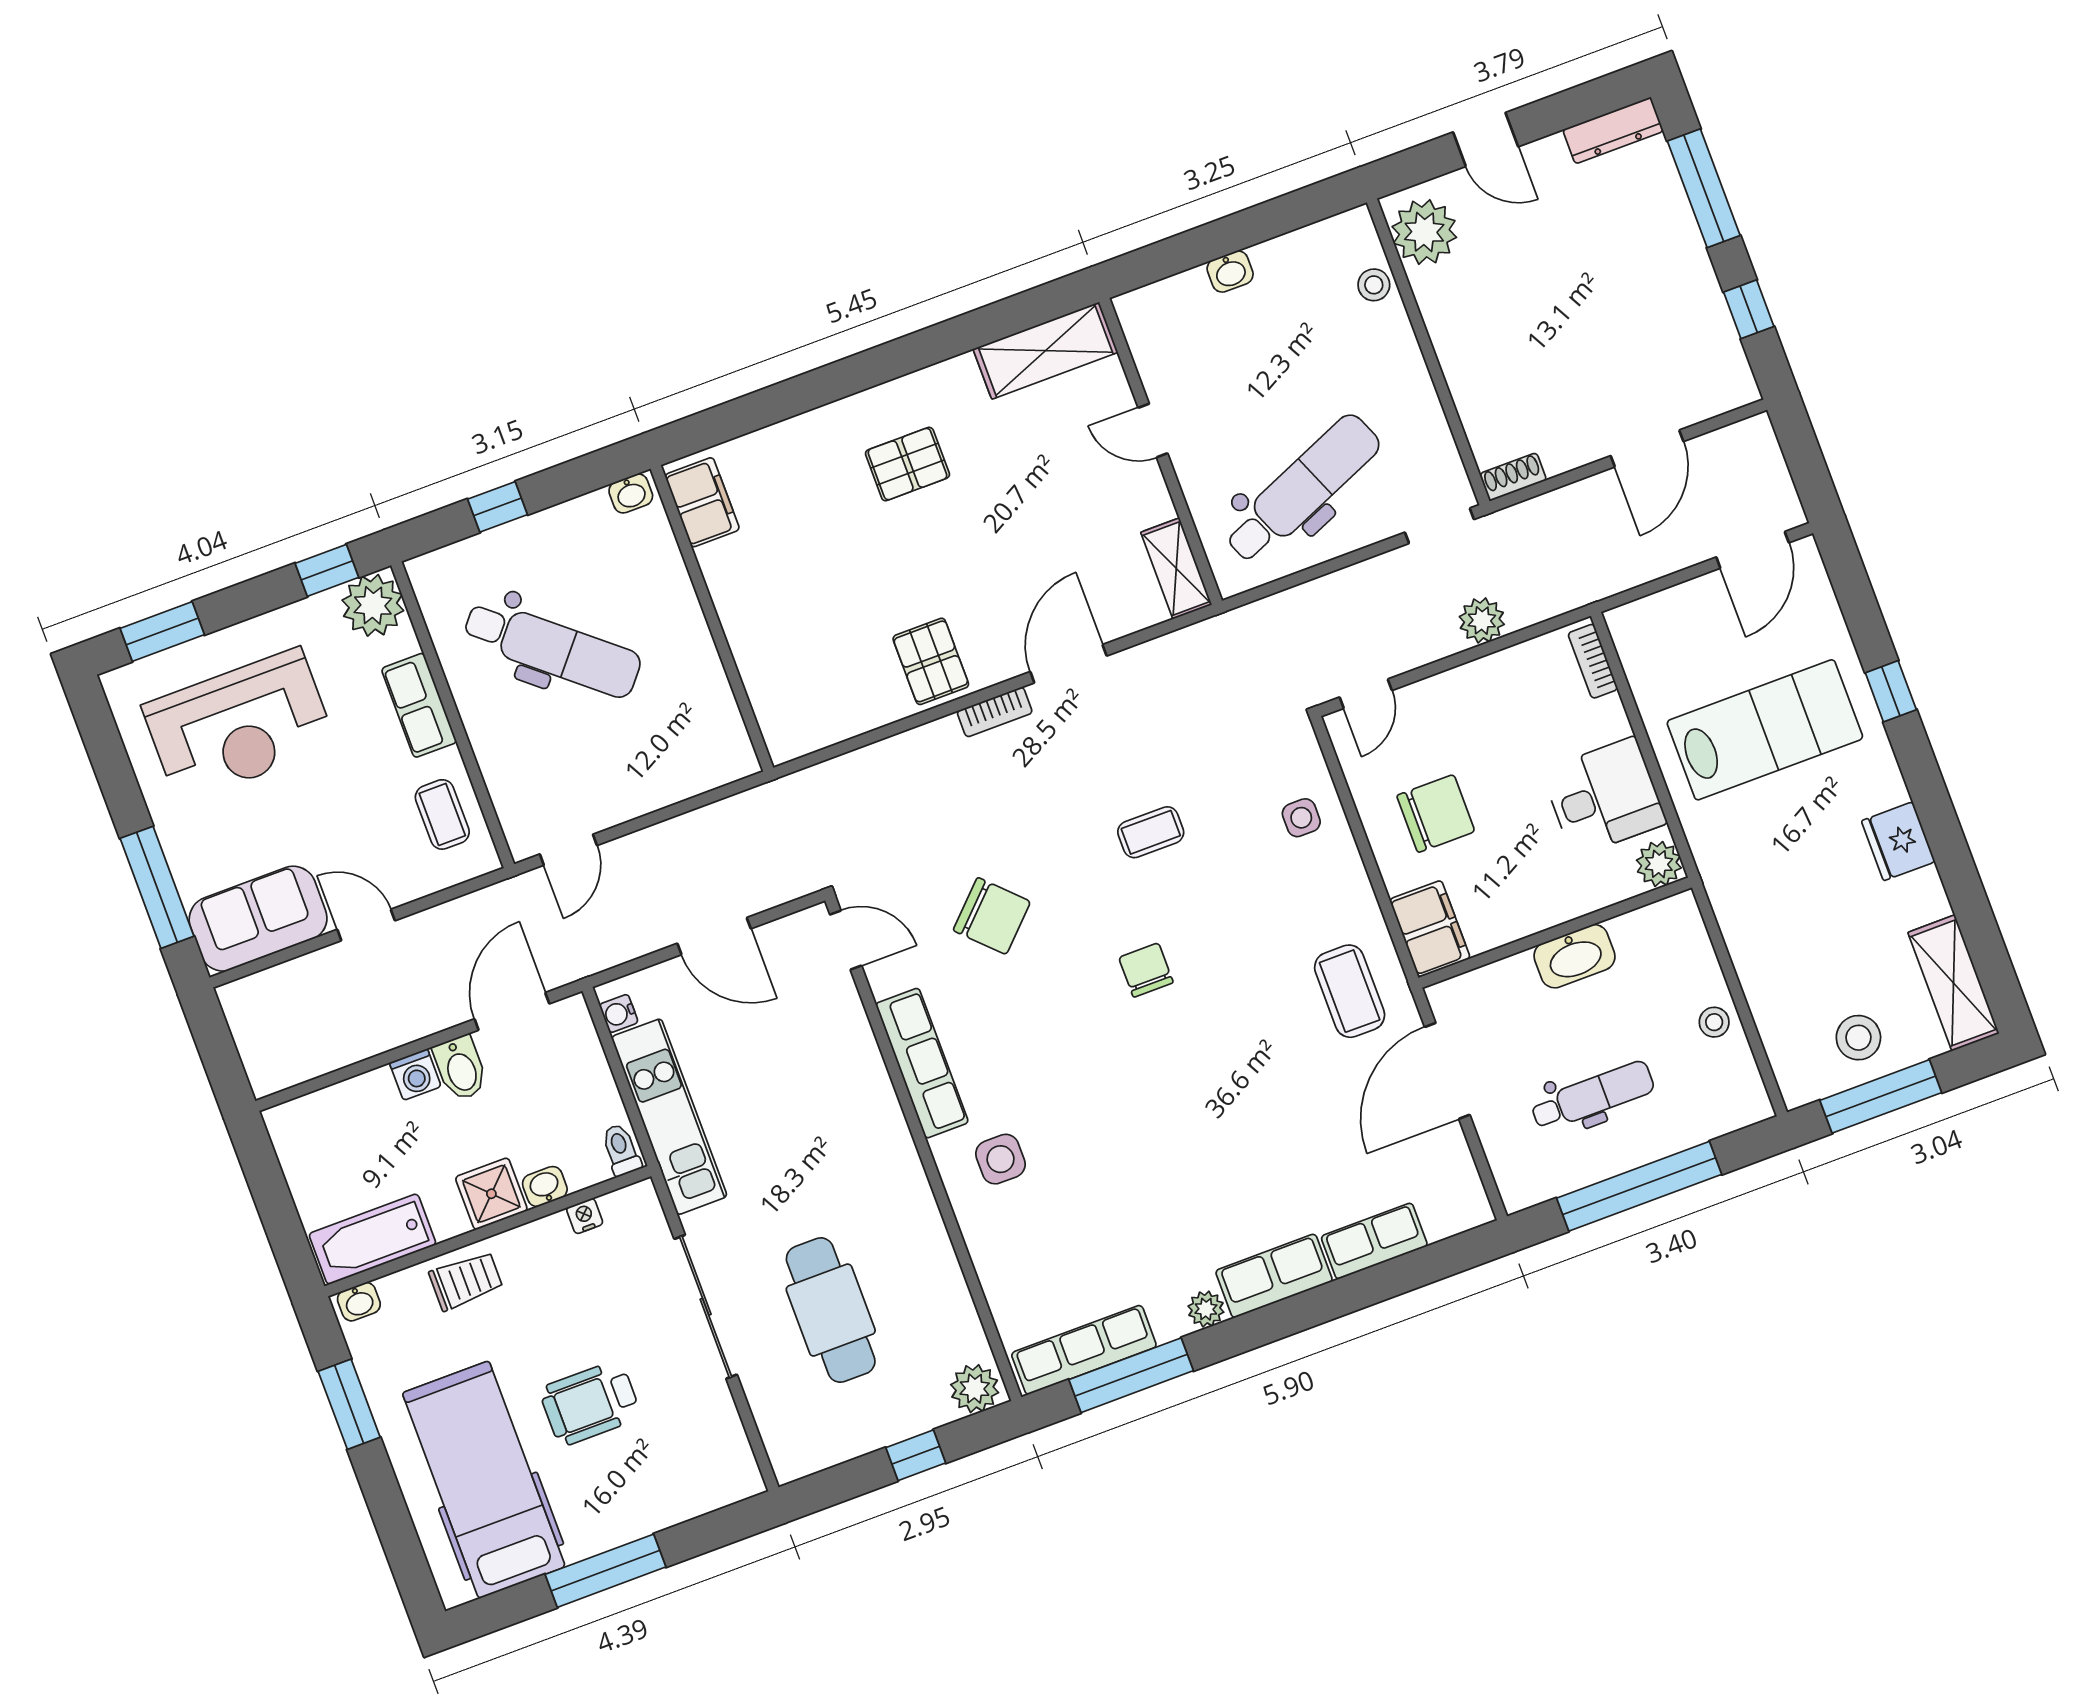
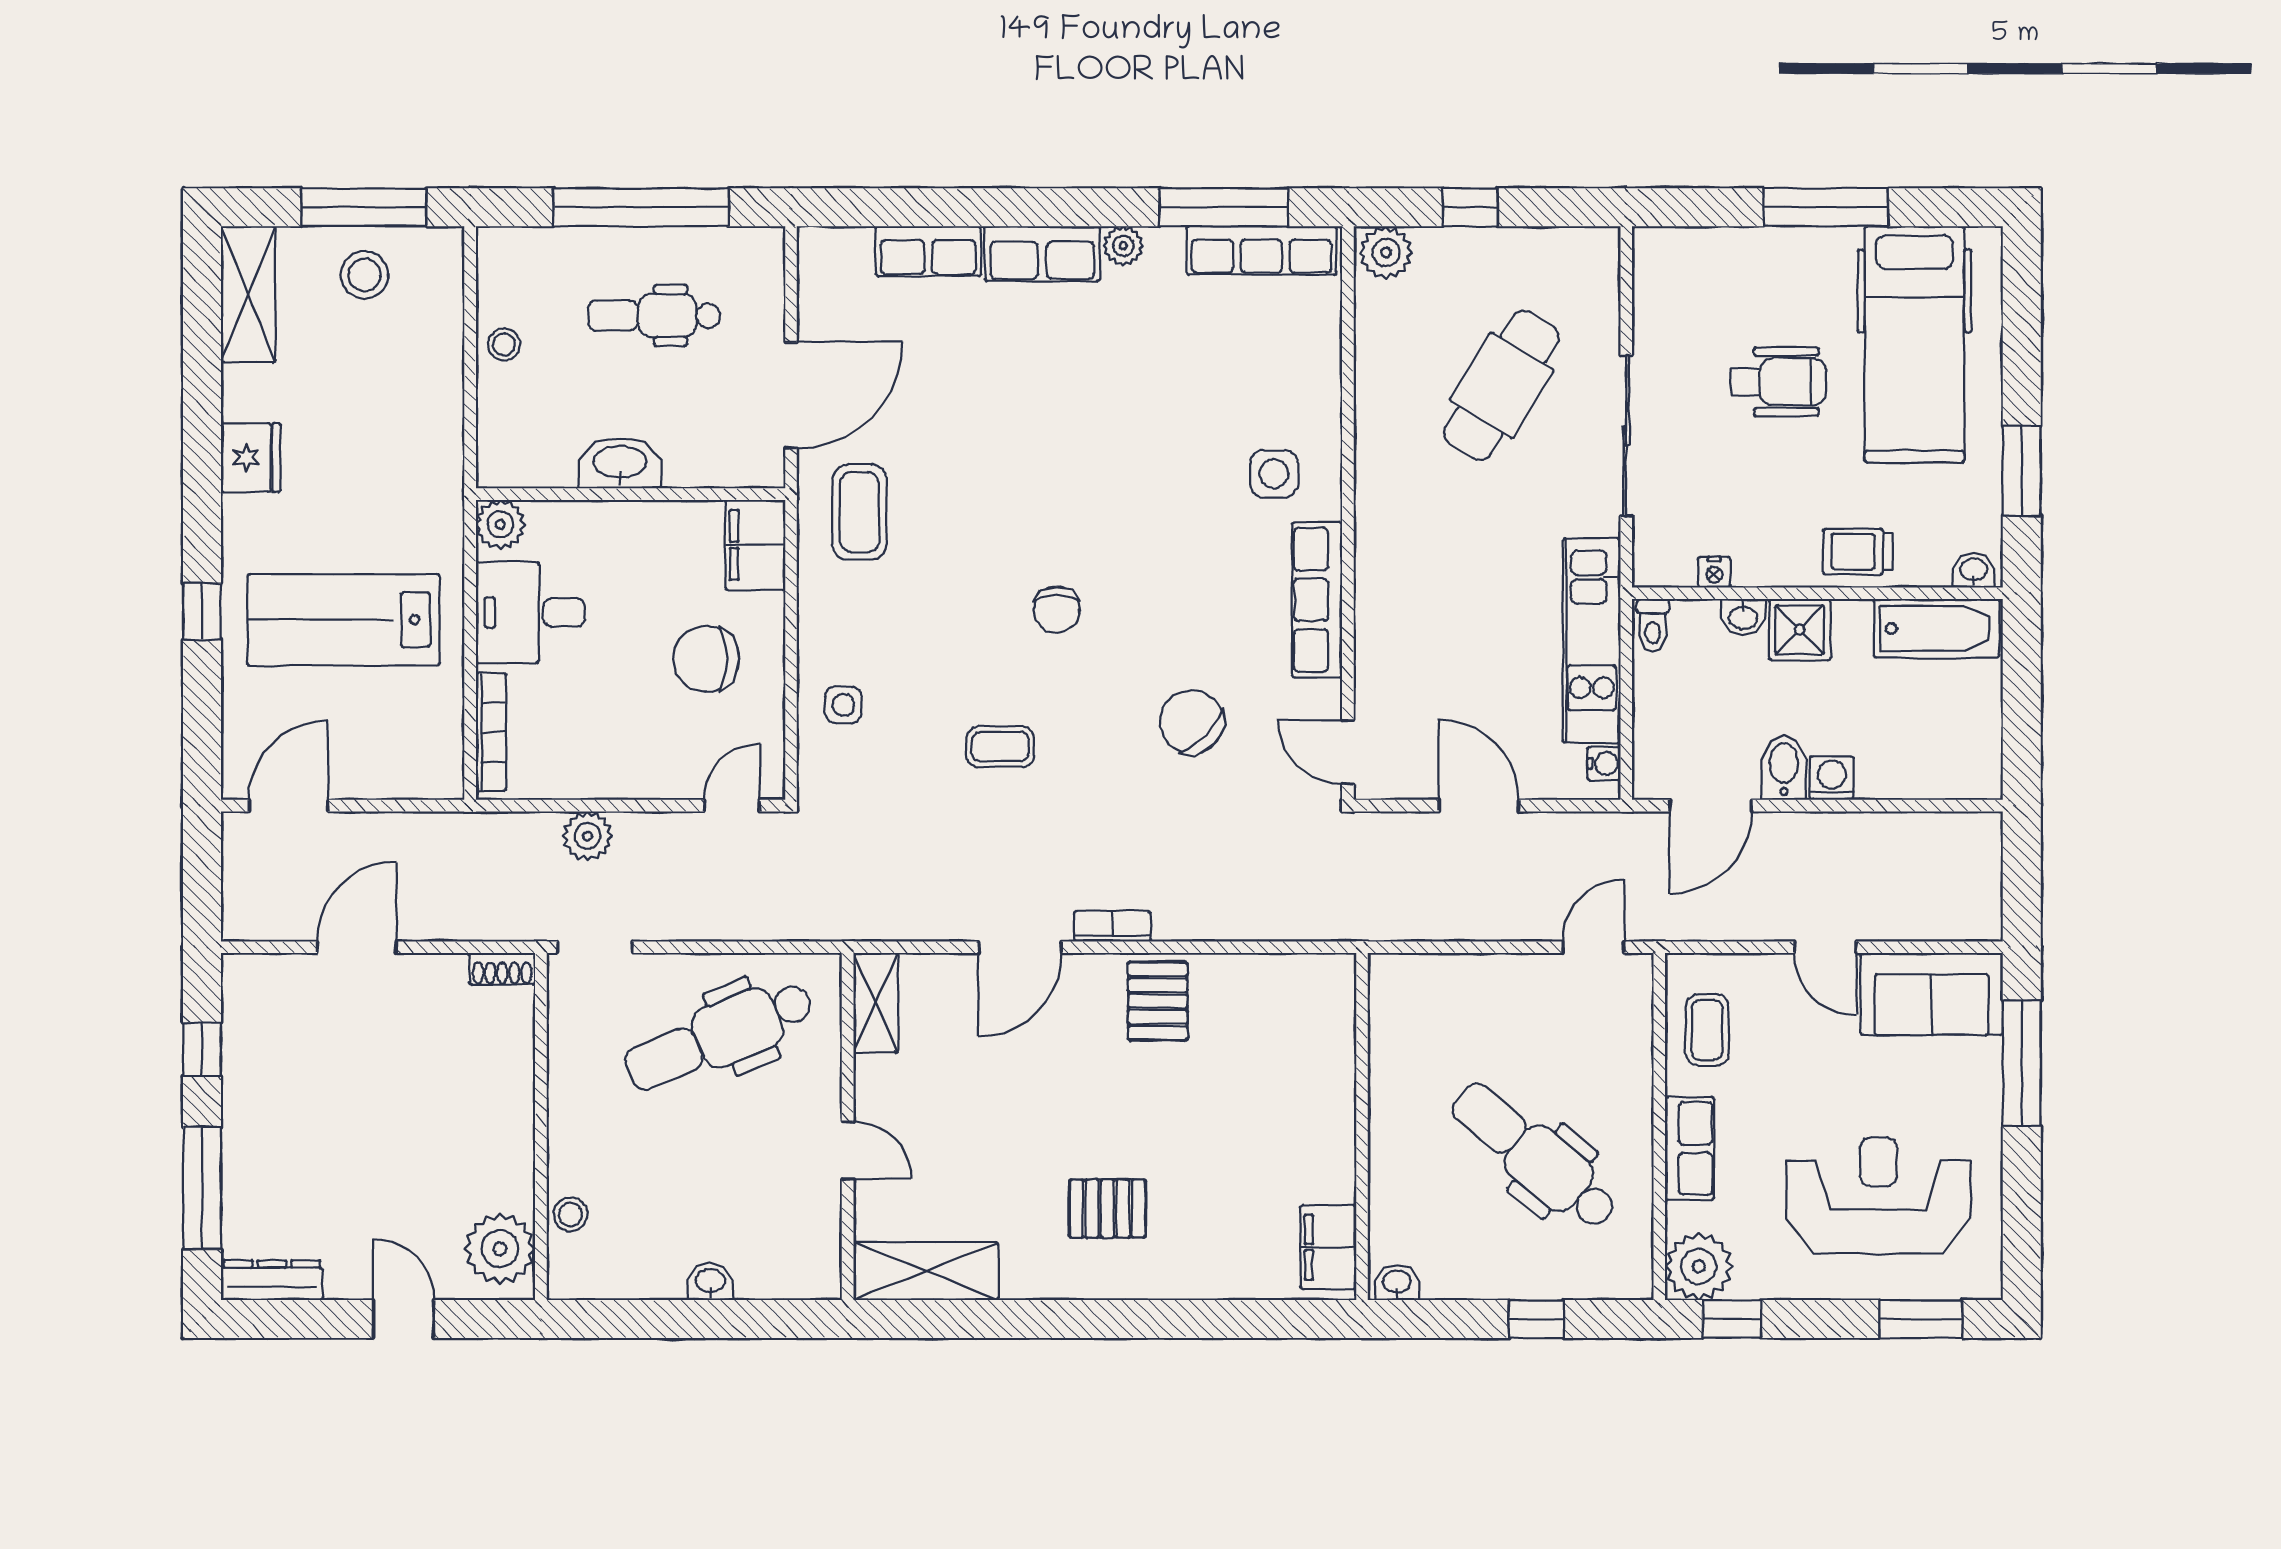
bookcase: (1593, 661) -> (491, 732), width x1.56
cafe table: (831, 1310) -> (1502, 385), turned 31

